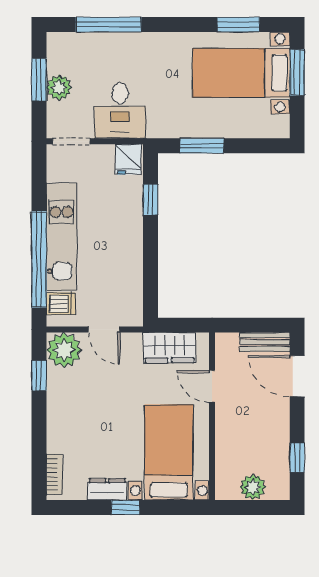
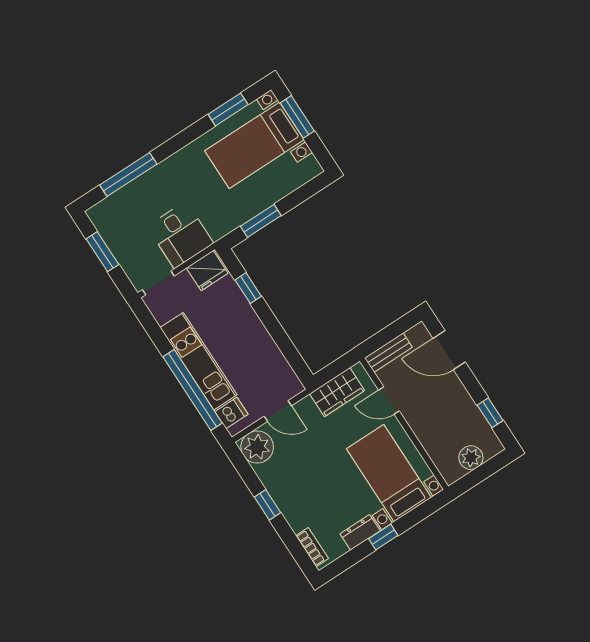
plant: (59, 88) -> (122, 248), removed
fridge: (128, 159) -> (207, 271), width x1.38
bench: (265, 342) -> (388, 353), moved
window: (39, 376) -> (267, 505), moved

